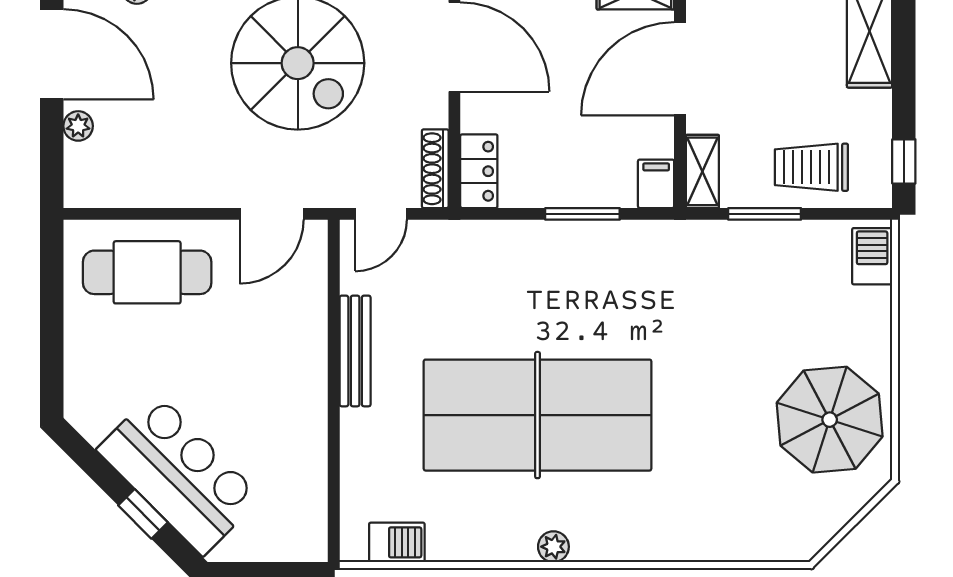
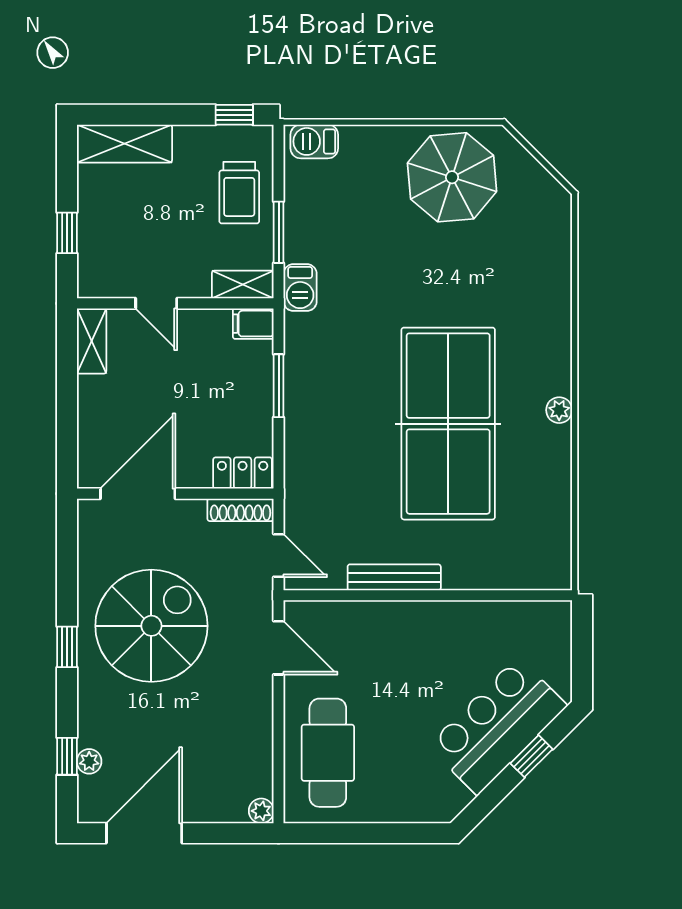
door: (680, 69) -> (156, 303), width x0.53
plant: (78, 126) -> (261, 811), moved
barbecue: (397, 542) -> (300, 288), moved, turned 180

